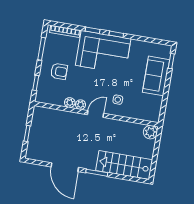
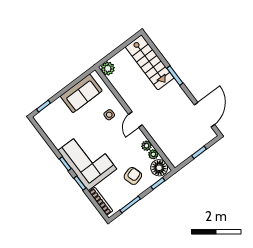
armchair: (59, 71) -> (133, 176), turned 73
sofa: (156, 76) -> (81, 93), moved
floor lamp: (46, 95) -> (159, 168), added
plant: (81, 105) -> (153, 154), moved
door: (95, 114) -> (135, 120), hinge flipped
door: (65, 167) -> (204, 115), moved

